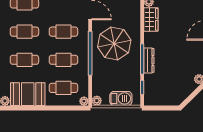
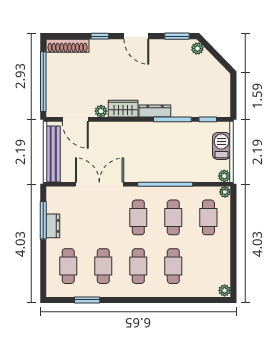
parasol: (114, 43) -> (153, 154), removed
dresser: (149, 60) -> (155, 111), moved
booth: (28, 94) -> (216, 262), removed

